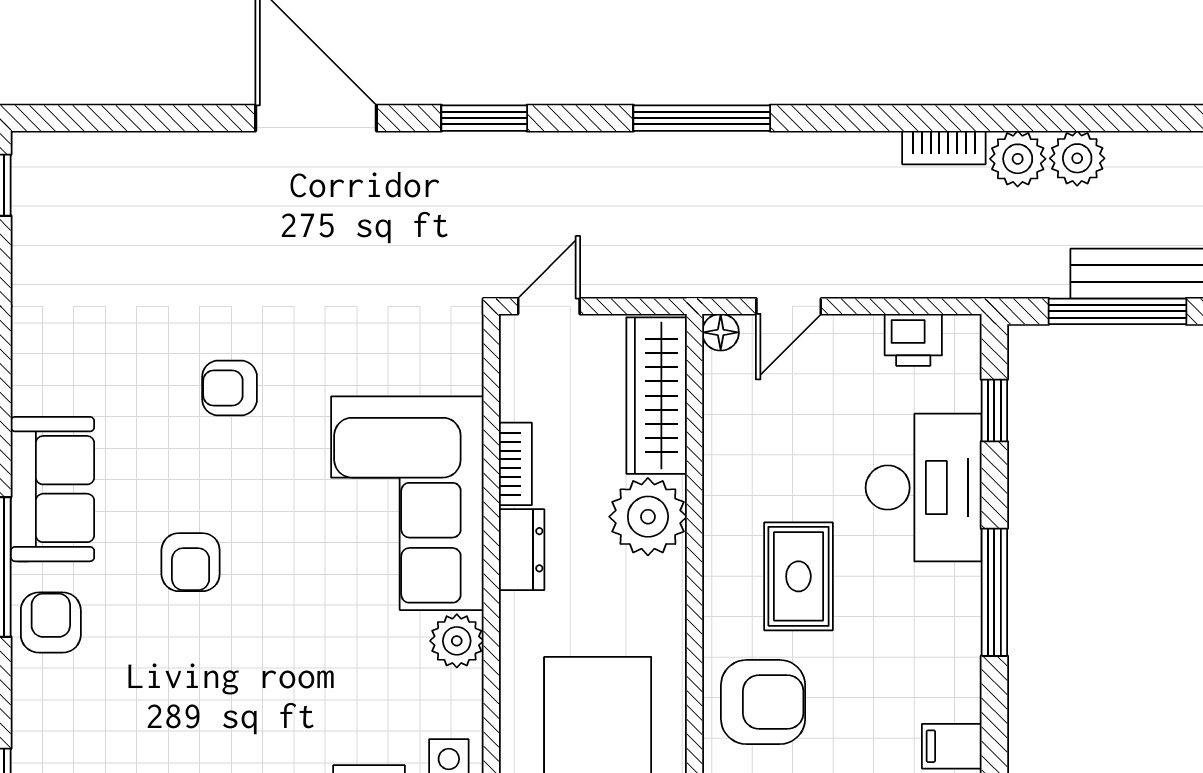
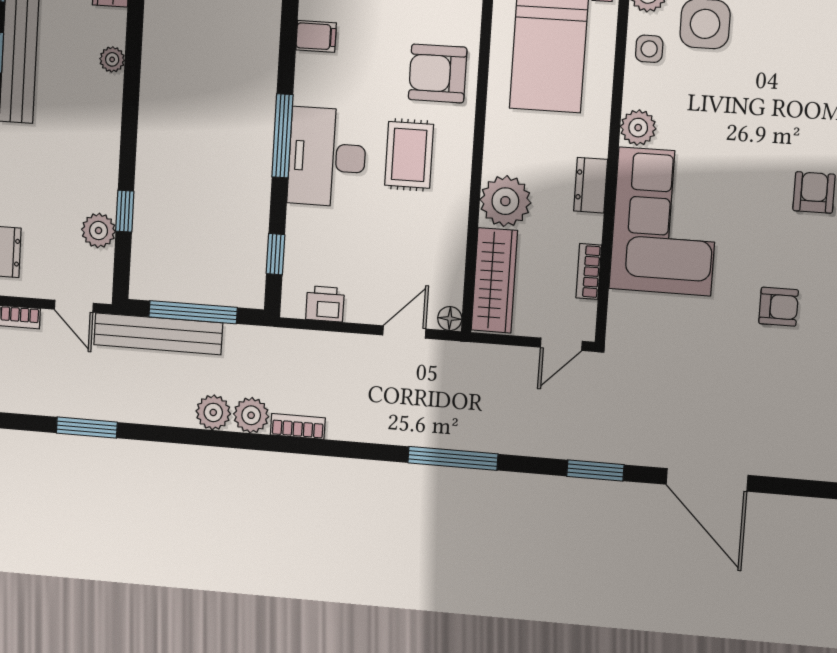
bookcase: (515, 464) -> (589, 271), moved
desk: (924, 488) -> (327, 157), moved

